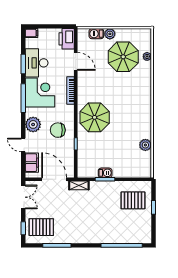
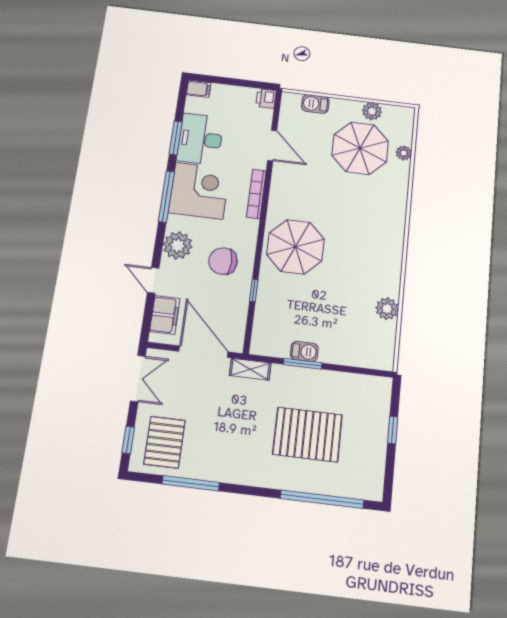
plant: (110, 34) -> (372, 111), moved
printer: (67, 39) -> (266, 98), width x0.53, depth x0.68
pallet: (133, 200) -> (307, 435), moved, width x1.37, depth x1.41
pallet: (41, 227) -> (165, 442), turned 90

